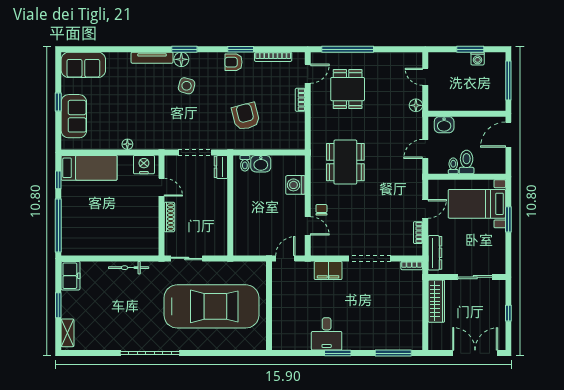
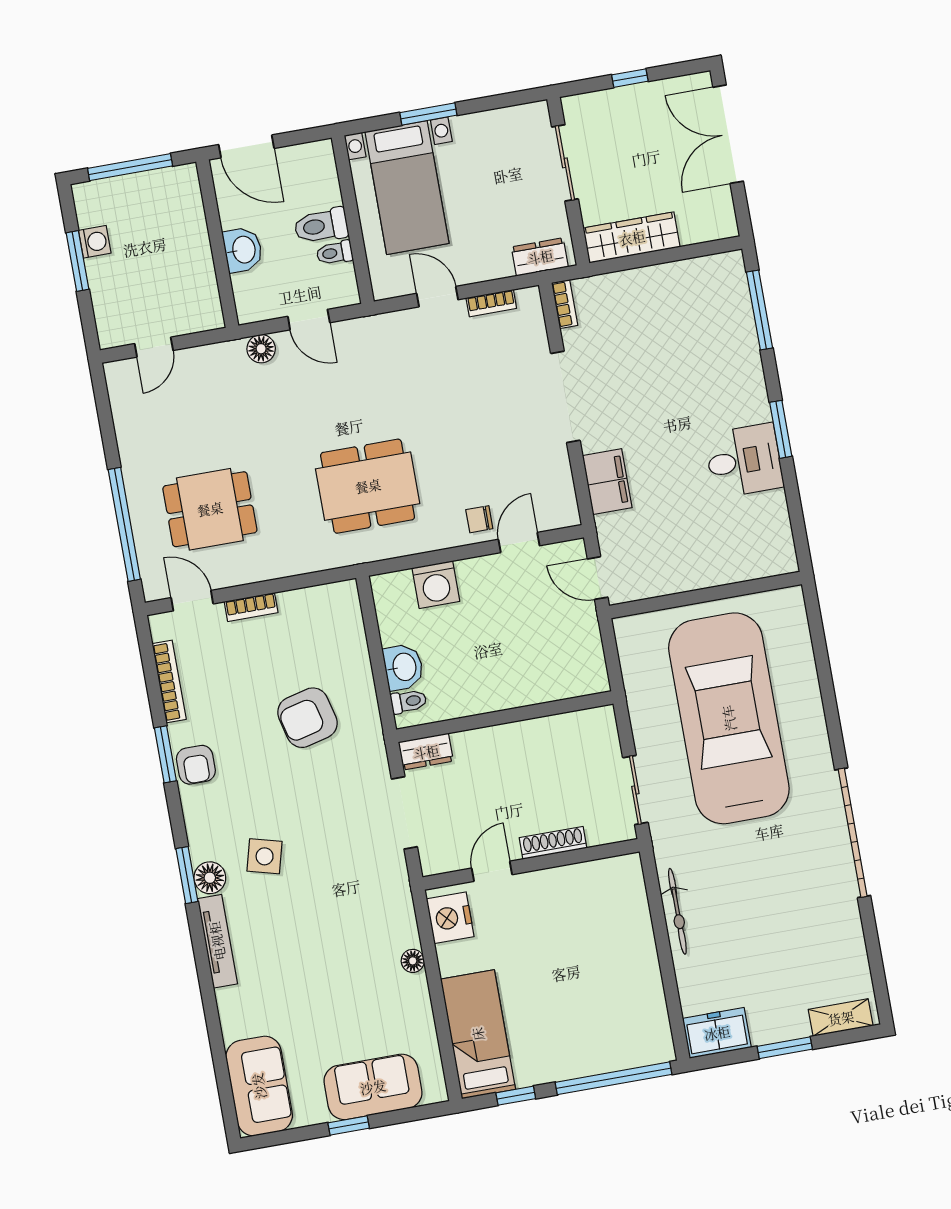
floor lamp: (416, 105) -> (261, 349), moved
washbasin: (444, 125) -> (243, 250), moved
dresser: (435, 253) -> (540, 257), width x0.70

